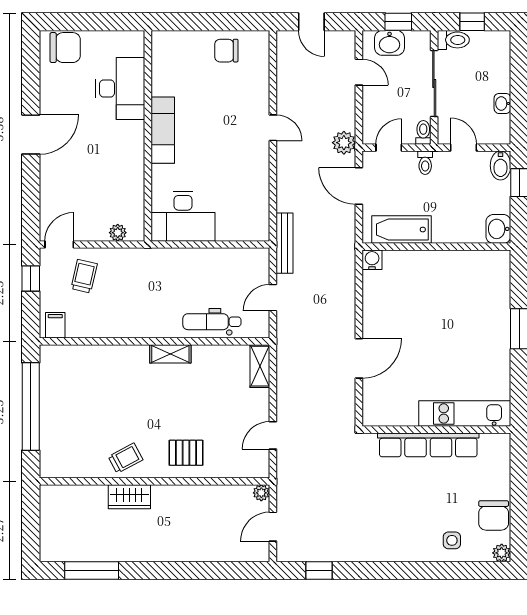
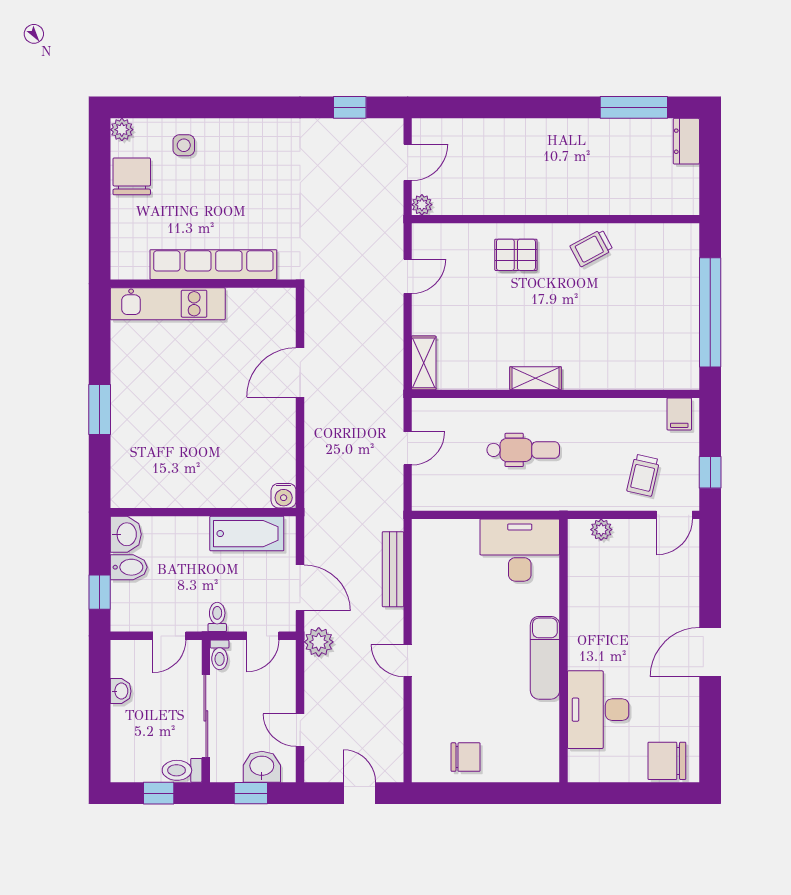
door: (463, 148) -> (169, 636), hinge flipped
bidet: (501, 166) -> (129, 567), moved, turned 90
bench: (284, 243) -> (393, 569), moved
dental chair: (212, 322) -> (523, 450), moved
wardrobe: (129, 497) -> (587, 200), removed
dresser: (50, 544) -> (686, 141), added

